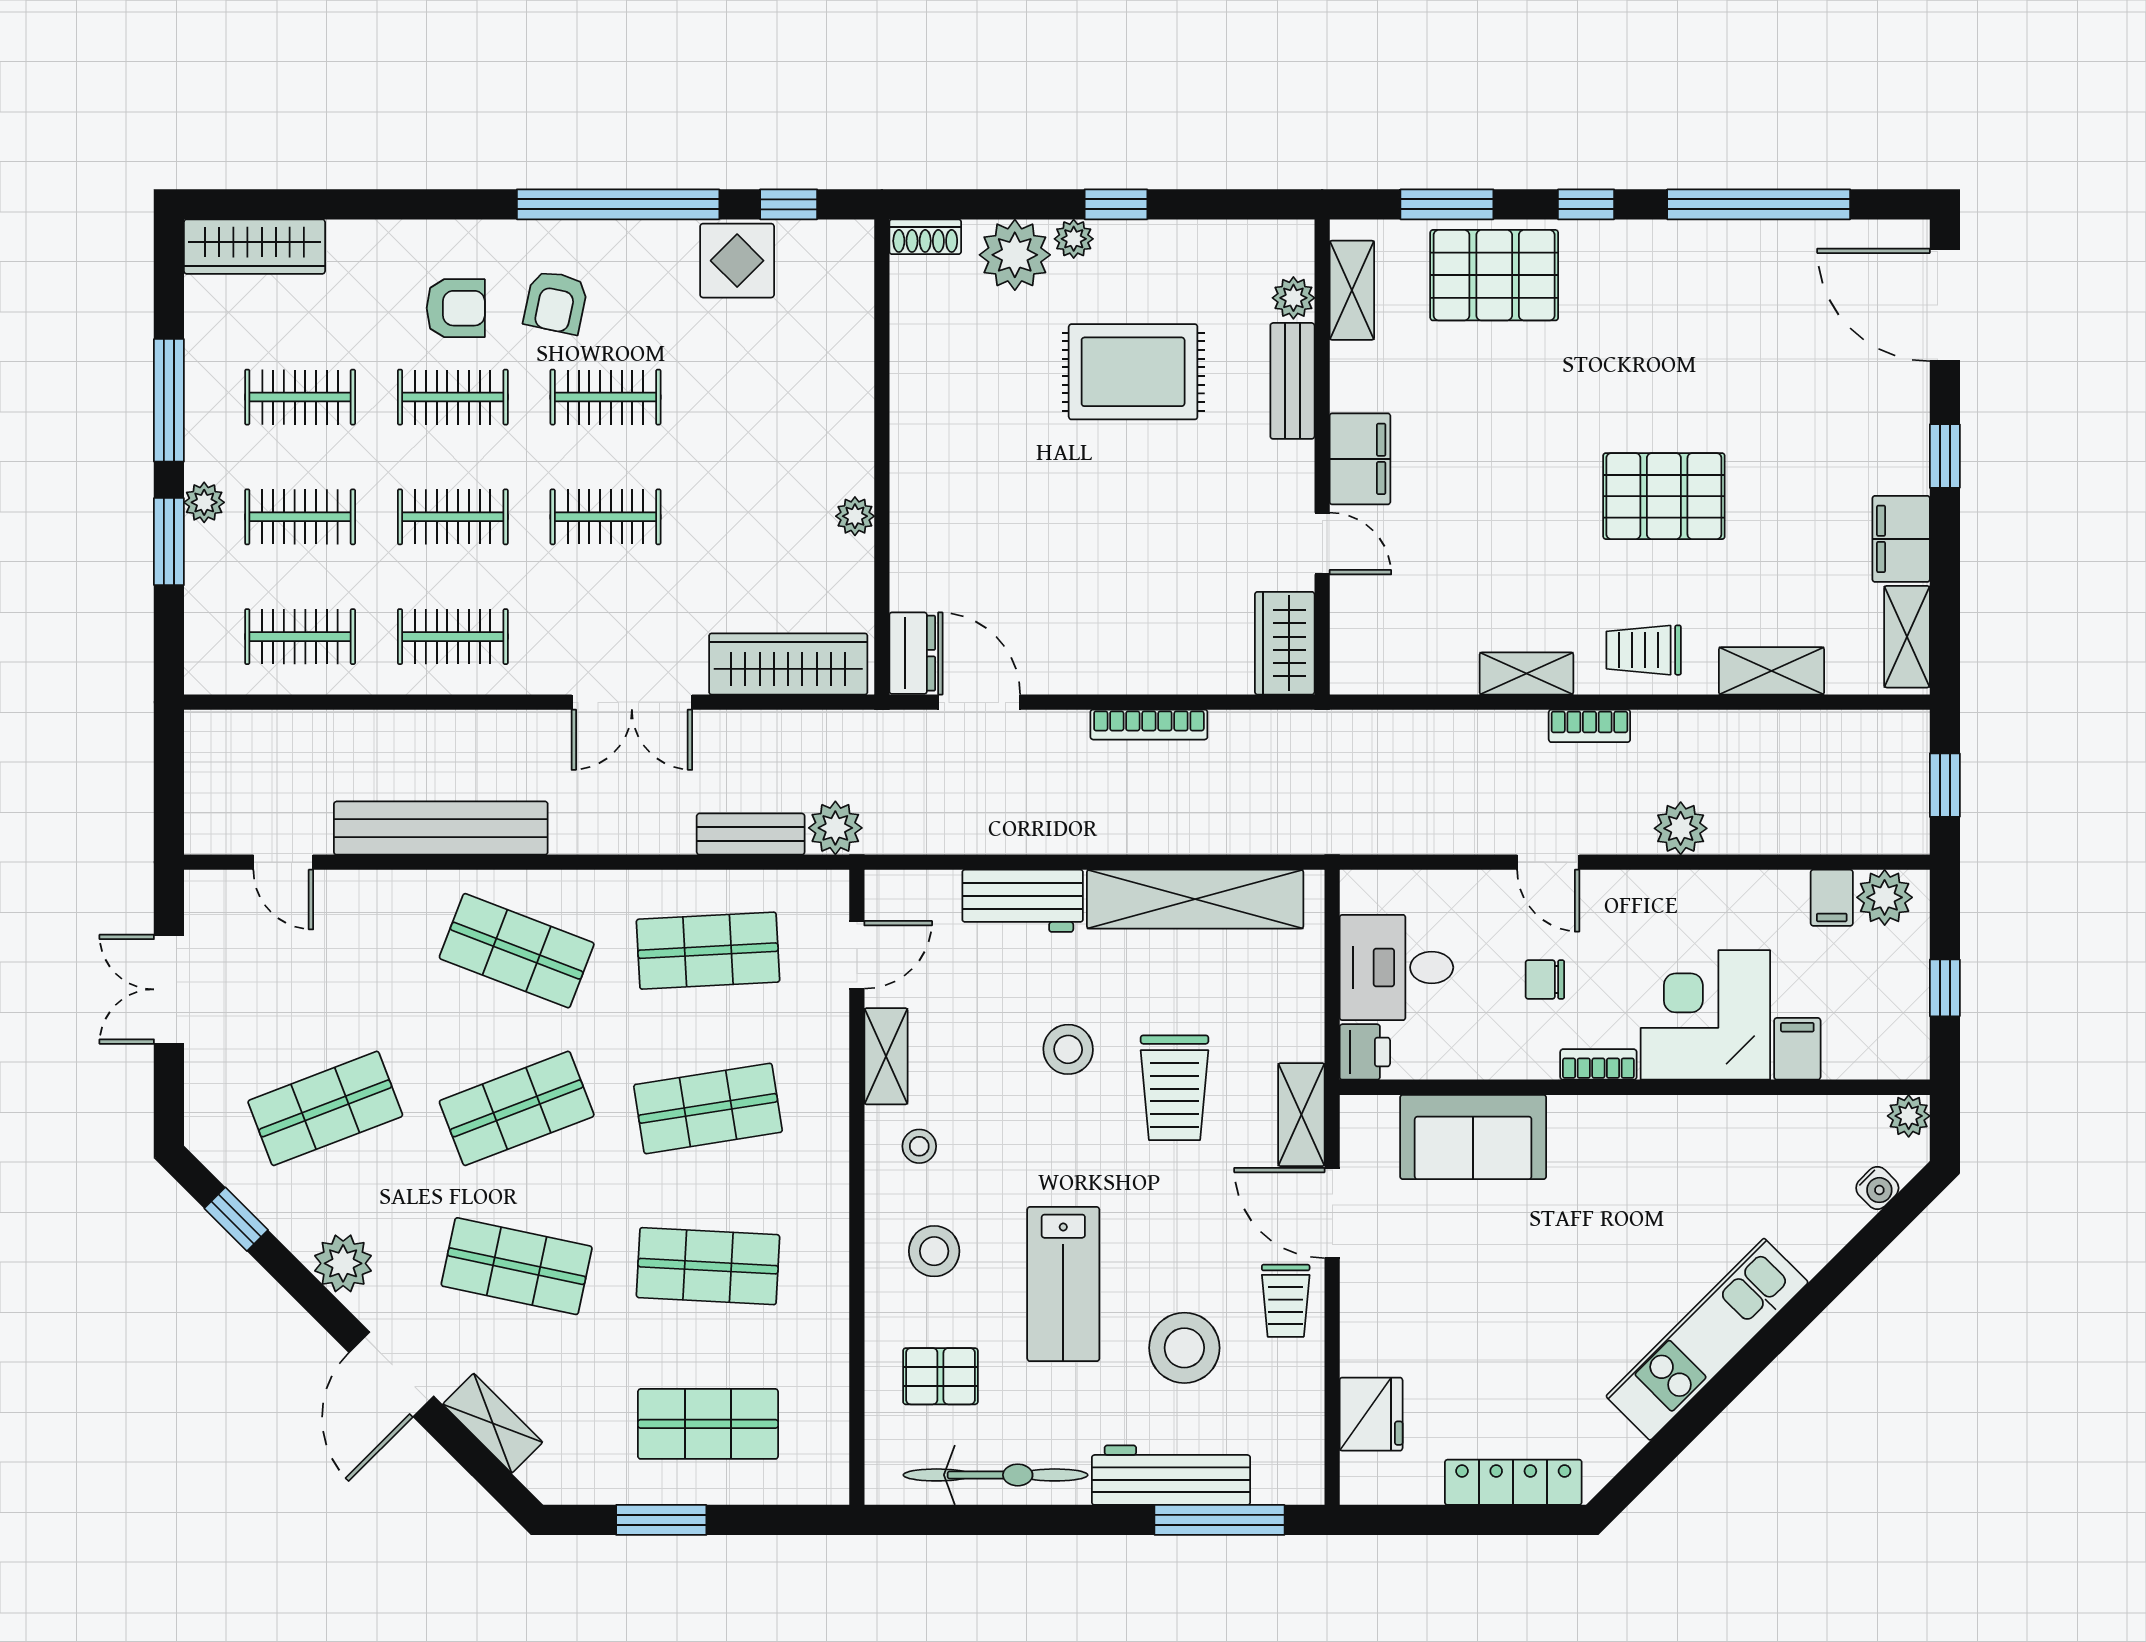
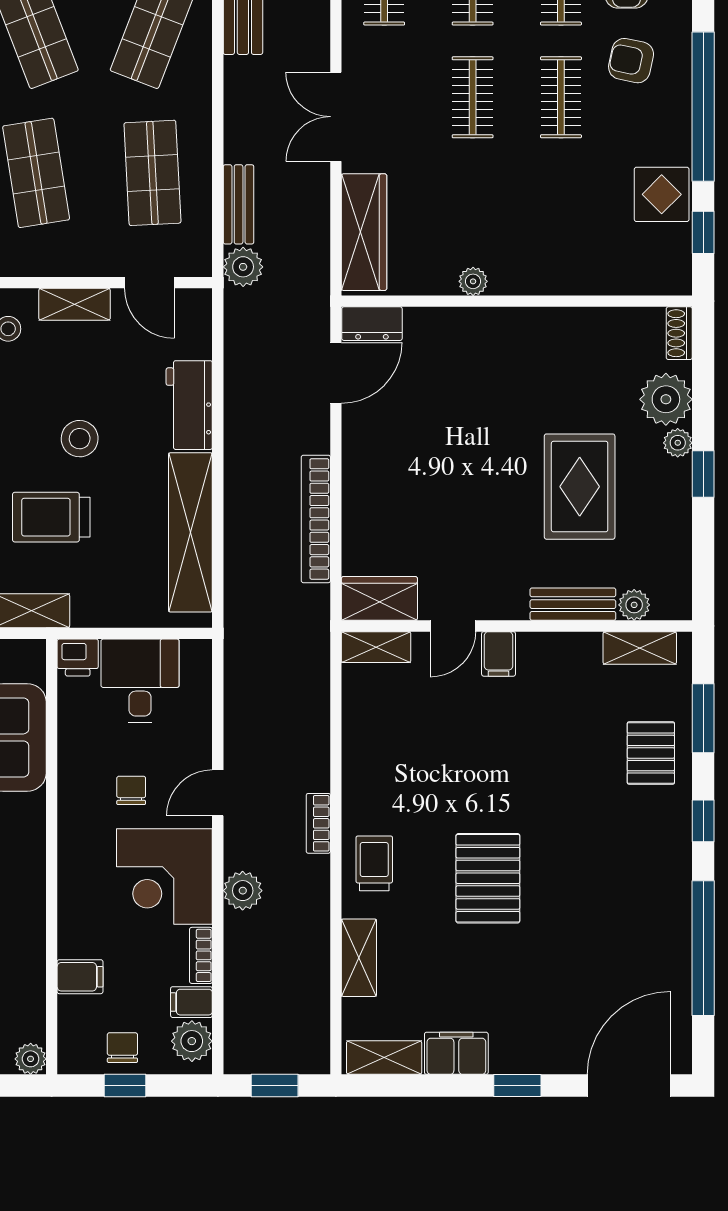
pallet: (1494, 275) -> (651, 753), width x0.67, depth x0.71
filing cabinet: (1360, 459) -> (499, 654), width x0.50
shelving: (1526, 673) -> (376, 647), moved, turned 90
bookcase: (1149, 725) -> (316, 519), width x1.48, depth x1.31
chair: (1893, 991) -> (122, 1048), added
corner desk: (1705, 1015) -> (164, 876), moved, turned 180
bookcase: (1598, 1064) -> (201, 955), moved, turned 180

